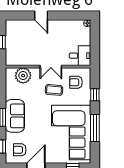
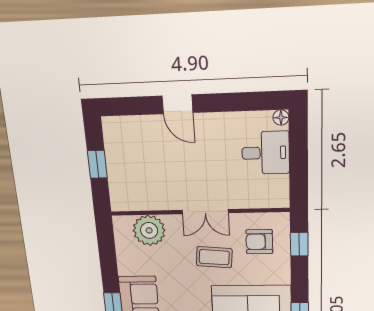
desk: (80, 56) -> (266, 153), moved
window: (95, 95) -> (299, 244), moved

